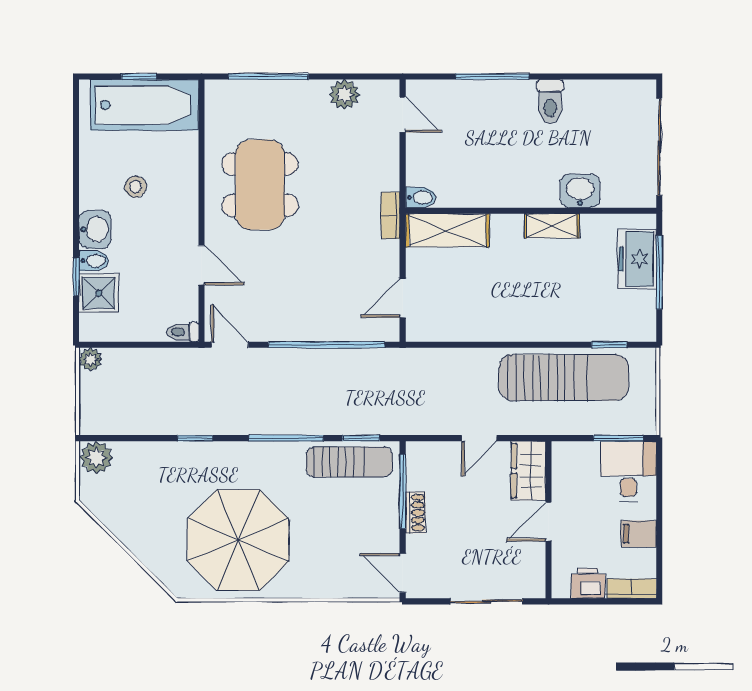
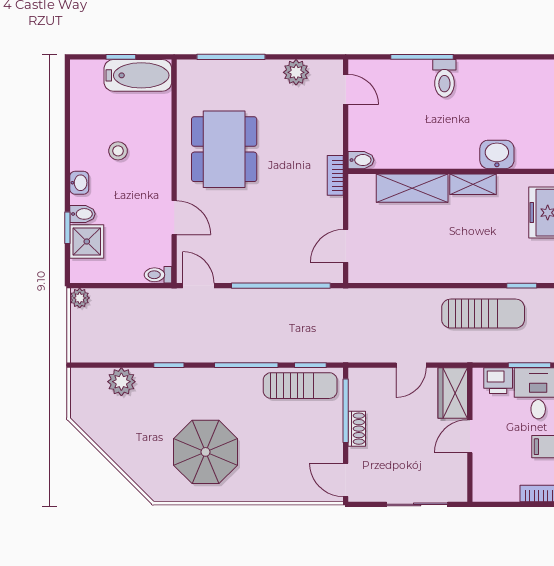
toilet: (550, 102) -> (444, 78), moved
bathtub: (144, 105) -> (138, 75), width x0.73, depth x0.73
washbasin: (95, 229) -> (79, 183), width x0.72, depth x0.69
shelving: (447, 230) -> (412, 188), moved
sun lounger: (564, 378) -> (483, 314), width x0.73, depth x0.75
plant: (96, 458) -> (121, 382), moved
parasol: (238, 540) -> (206, 452), width x0.73, depth x0.73
printer: (588, 583) -> (498, 381), moved, turned 180

